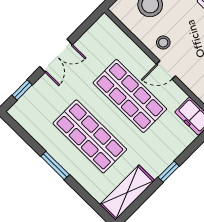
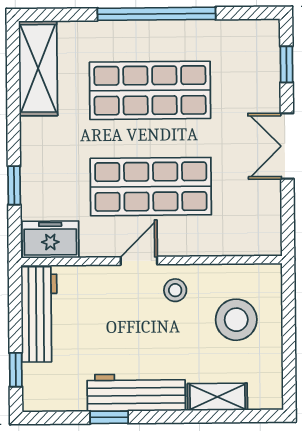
window: (55, 166) -> (157, 14), width x2.11
window: (169, 172) -> (14, 185), moved

